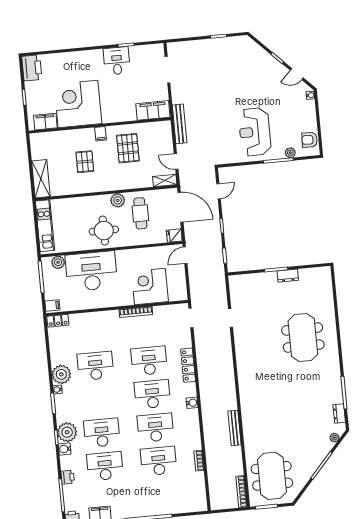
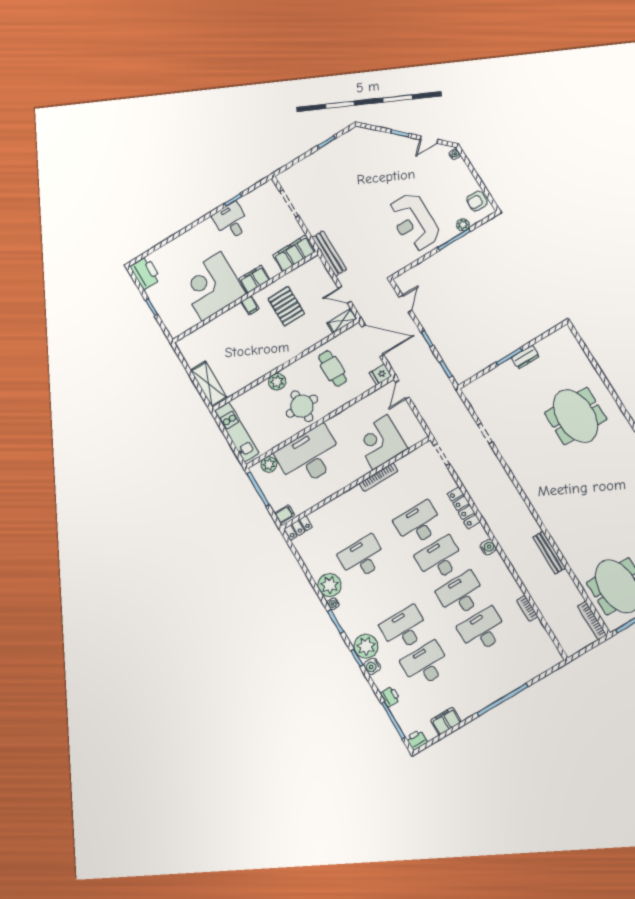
filing cabinet: (45, 122) -> (254, 279), moved
pallet: (85, 162) -> (247, 343), removed
plant: (118, 200) -> (277, 382), moved

